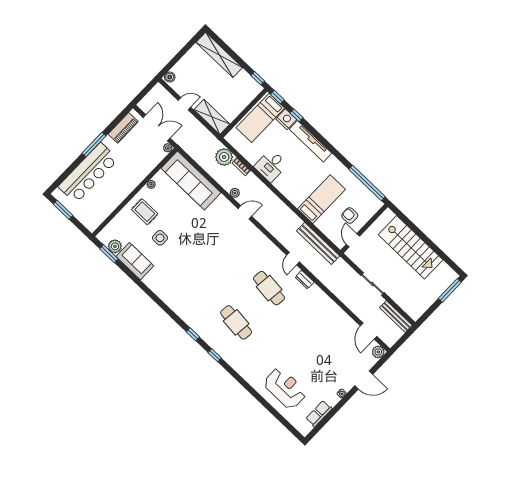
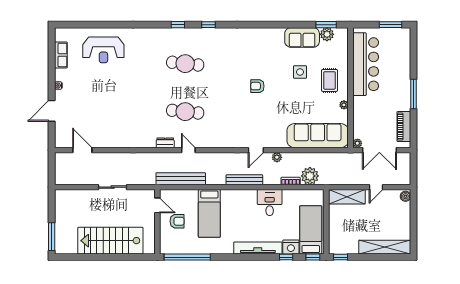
bar counter: (88, 173) -> (366, 64), moved, turned 180
rug: (145, 212) -> (330, 80), turned 90
armchair: (200, 257) -> (257, 86), added
bench: (396, 317) -> (244, 180), moved
plant: (378, 352) -> (61, 142), removed

